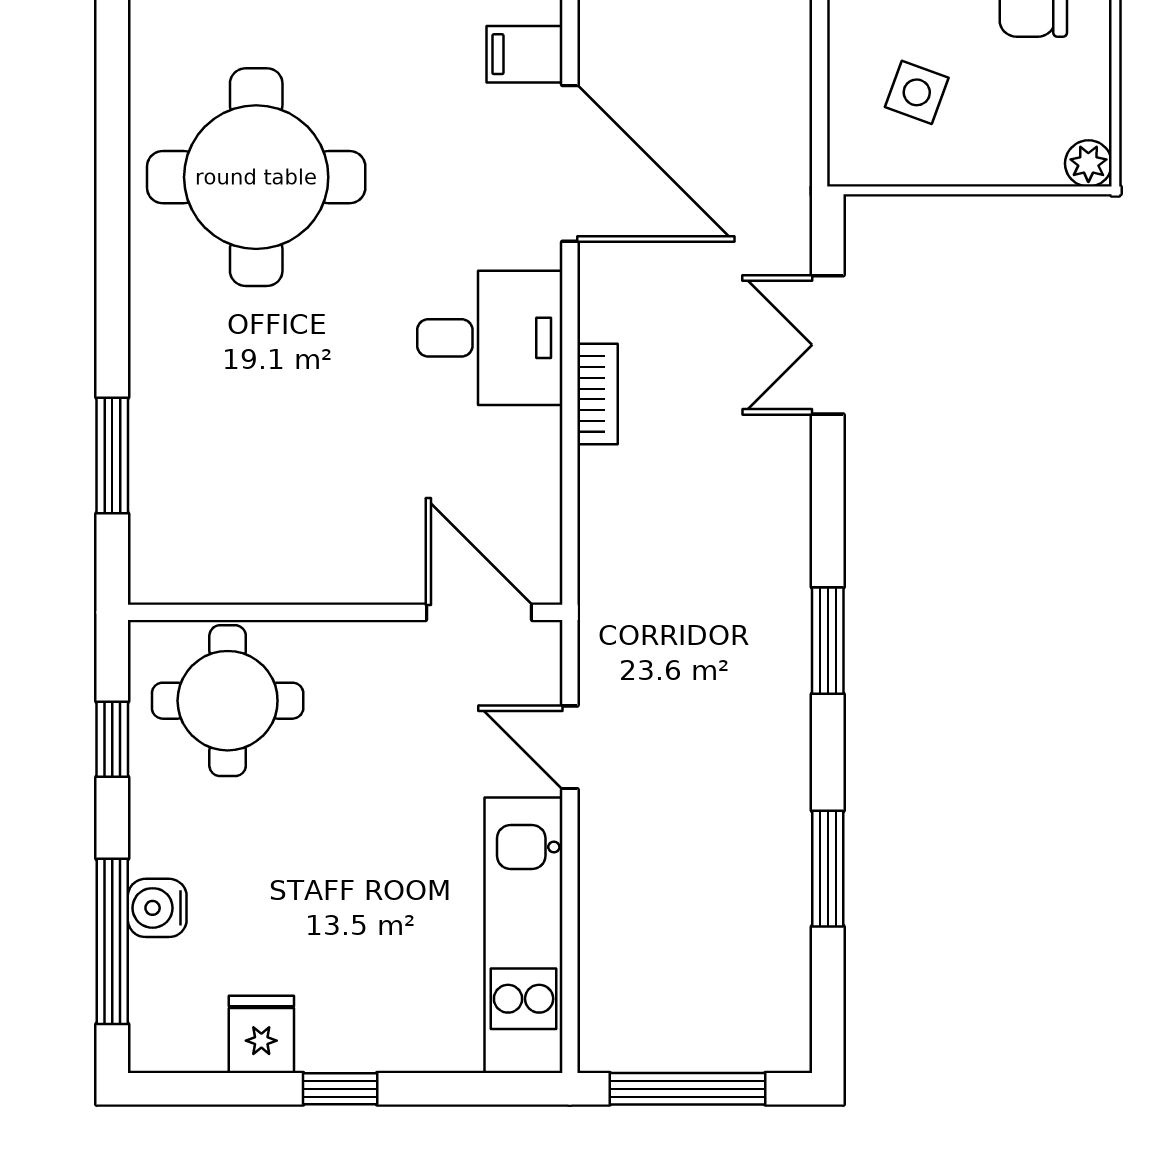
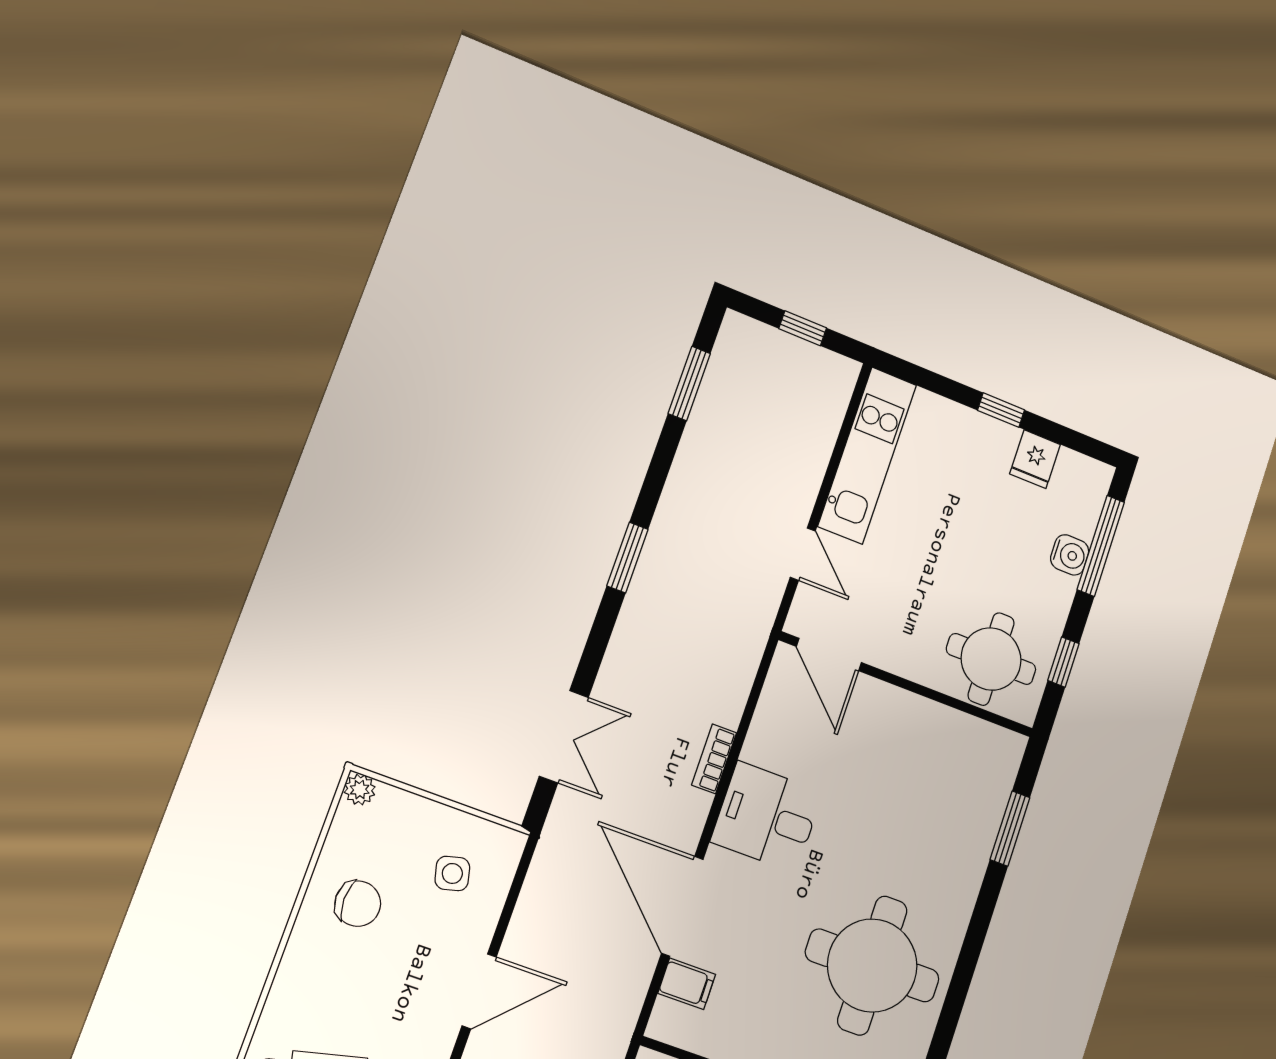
side table: (917, 92) -> (452, 873), turned -34
window: (828, 869) -> (689, 383), moved
window: (687, 1089) -> (803, 328), width x0.46

